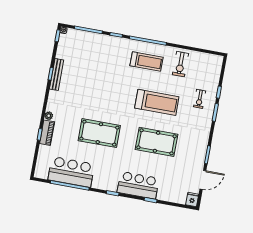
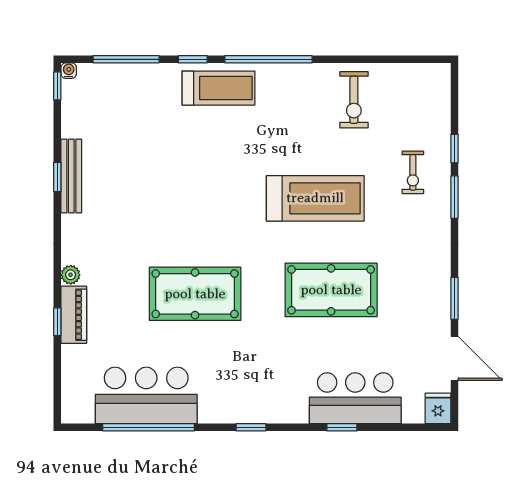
treadmill: (146, 61) -> (219, 88), moved
door: (203, 180) -> (454, 358), hinge flipped
bar counter: (138, 185) -> (355, 398), moved

